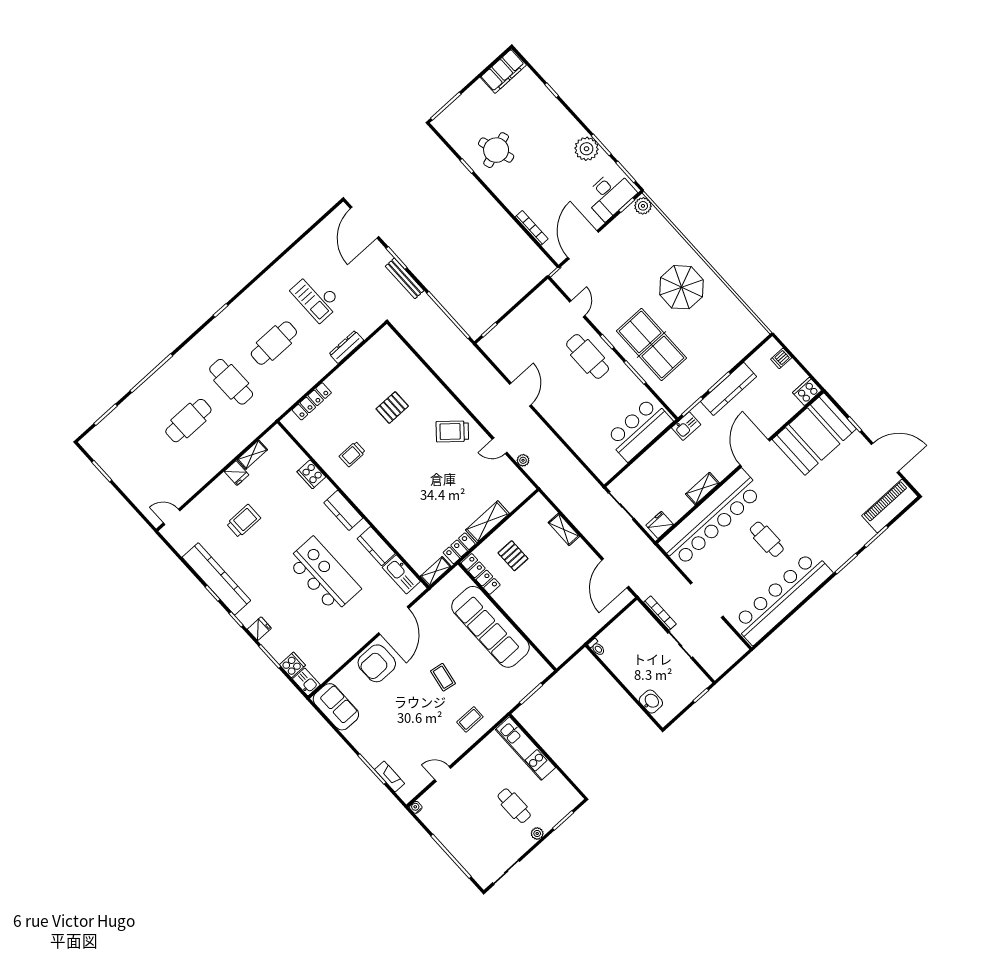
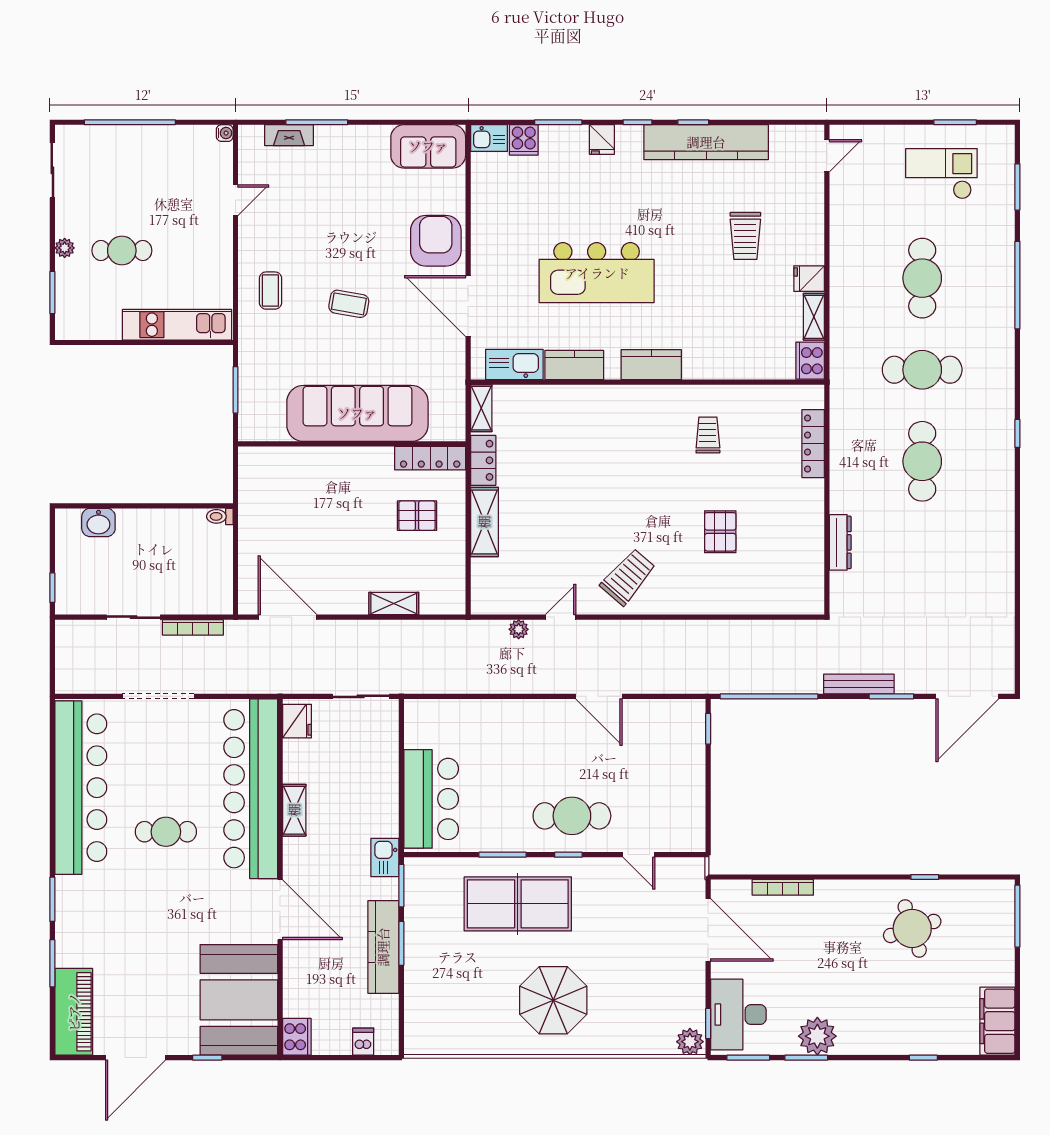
door: (365, 223) -> (967, 696), swing flipped
checkout: (316, 297) -> (941, 174), moved
cooker: (311, 474) -> (810, 361), moved, turned -90

